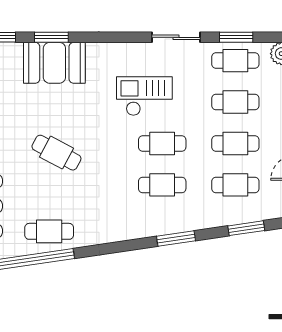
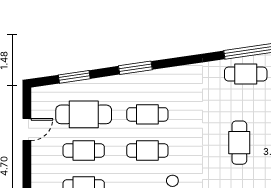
cafe table: (56, 153) -> (239, 143), turned 62
cafe table: (235, 185) -> (84, 114), width x1.37, depth x1.35

